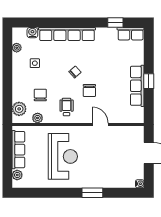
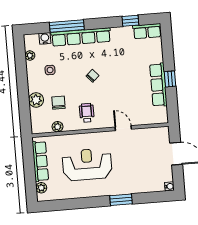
window: (54, 22) -> (67, 26), added
chair: (89, 91) -> (109, 94), removed
plant: (19, 109) -> (36, 100), moved
reception desk: (63, 156) -> (87, 165), turned -90

